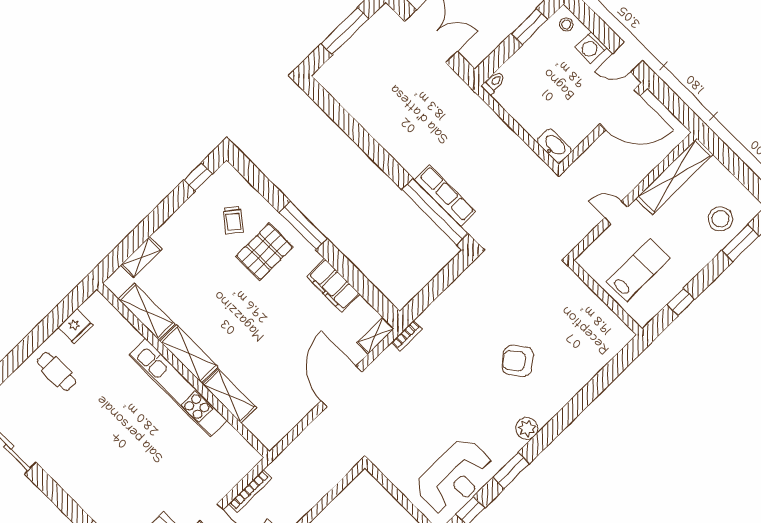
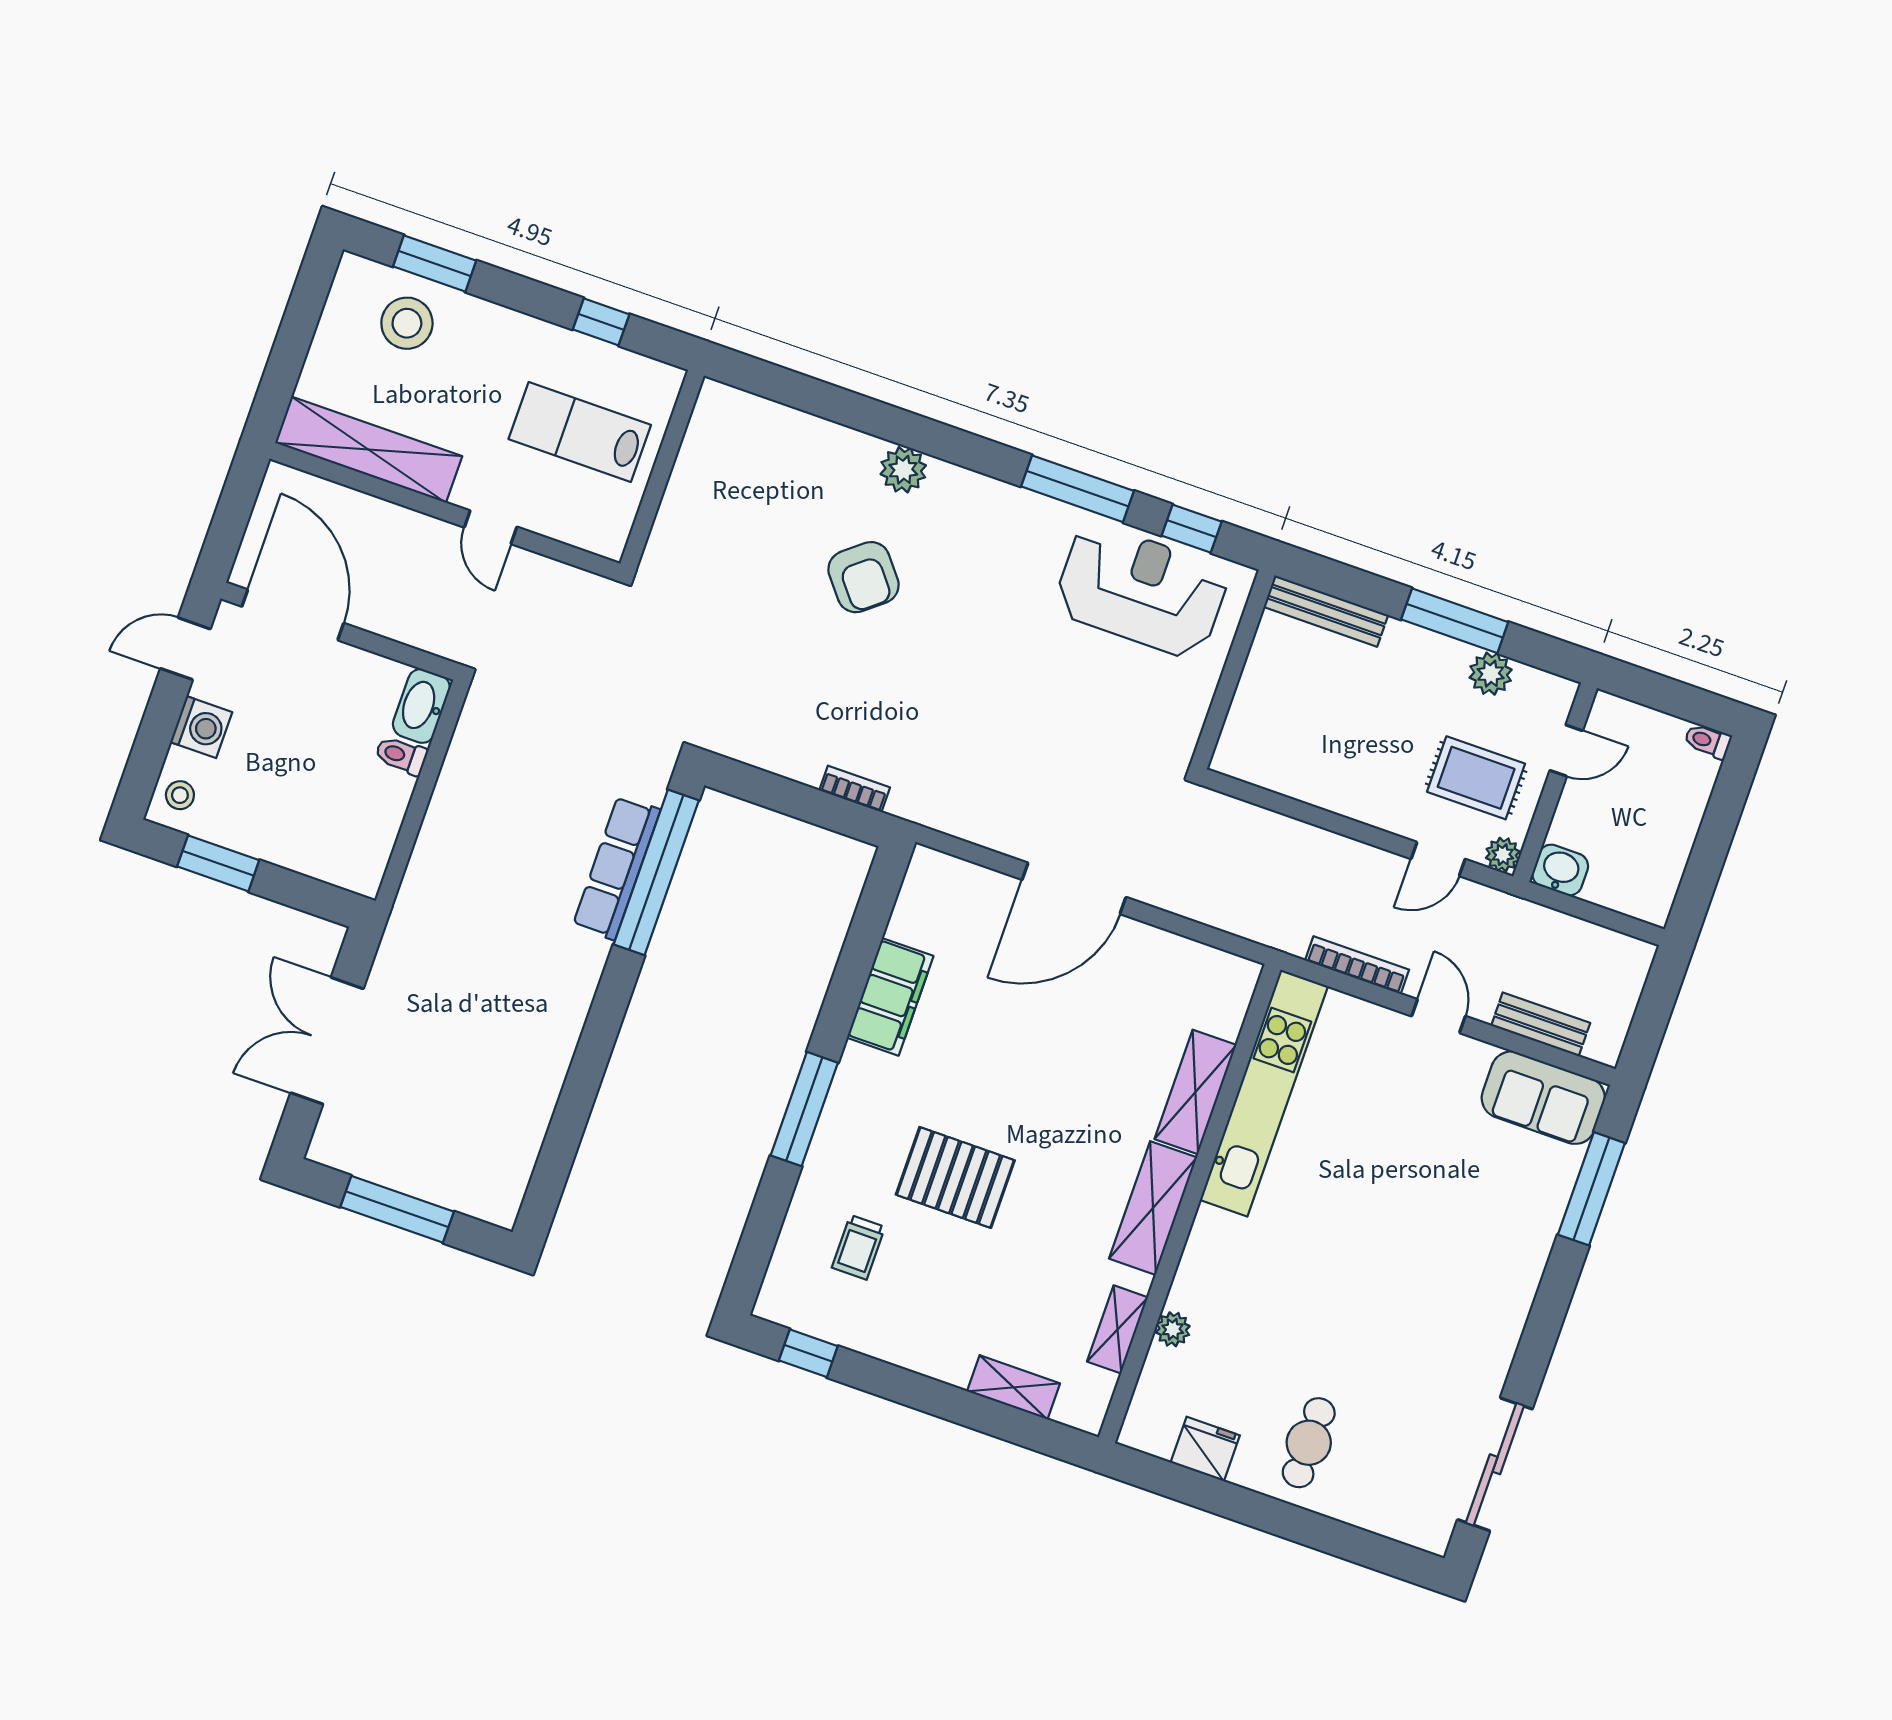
door: (628, 57) -> (185, 649), swing flipped
toilet: (494, 83) -> (401, 756), moved
trolley: (233, 220) -> (858, 1247), turned 142
pallet: (264, 252) -> (955, 1177), moved
shelving: (146, 312) -> (1118, 1329), width x0.67, depth x0.75
shelving: (375, 335) -> (946, 871), removed
bookcase: (407, 336) -> (855, 789), moved
plant: (133, 337) -> (1173, 1329), added
kitchen unit: (178, 388) -> (1264, 1093), moved
plant: (527, 428) -> (903, 470), moved
window: (511, 471) -> (1077, 489), width x1.44

